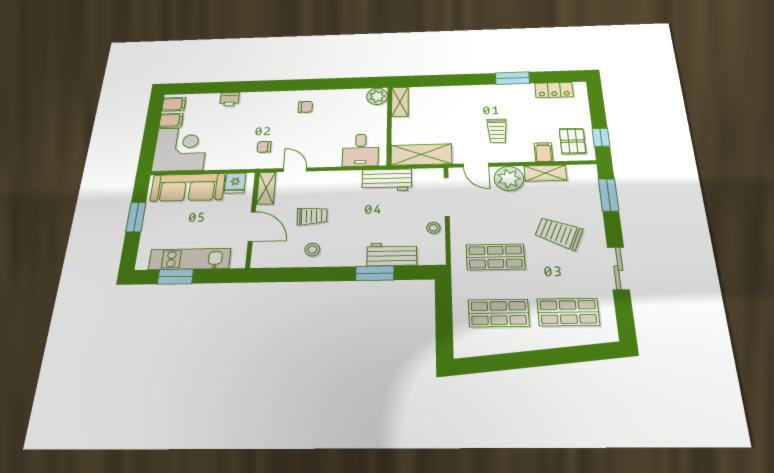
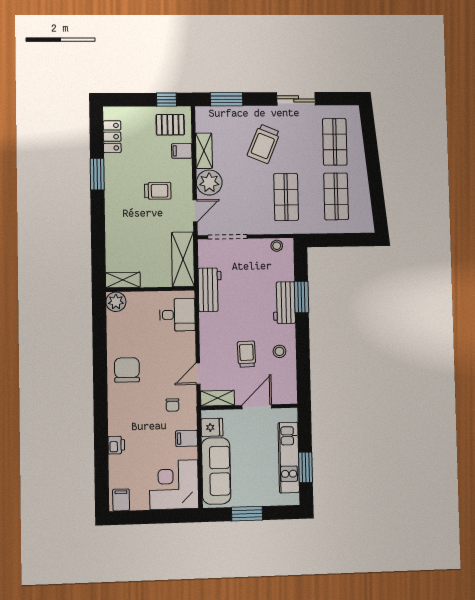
chair: (305, 107) -> (127, 370), width x1.87, depth x1.87
filing cabinet: (171, 120) -> (187, 438), moved, turned -90
stool: (433, 228) -> (277, 246), moved
workbench: (392, 254) -> (284, 303), moved

